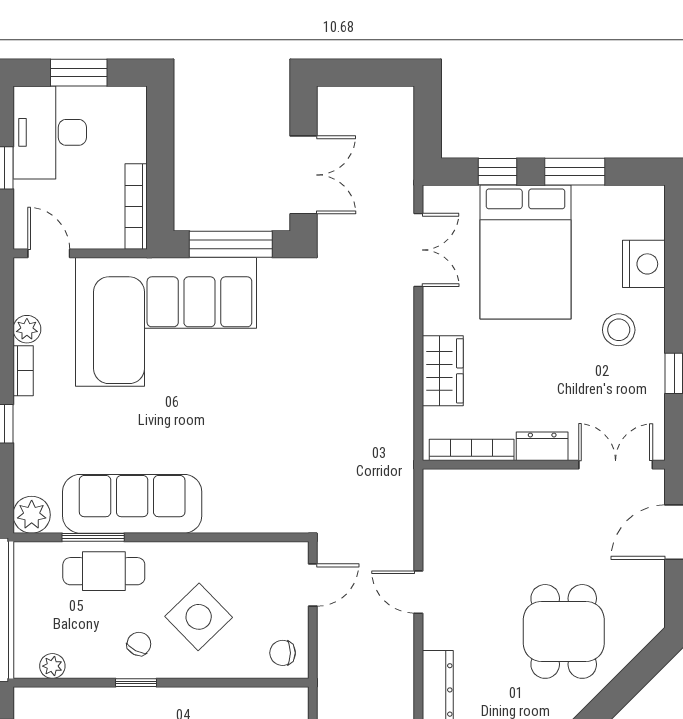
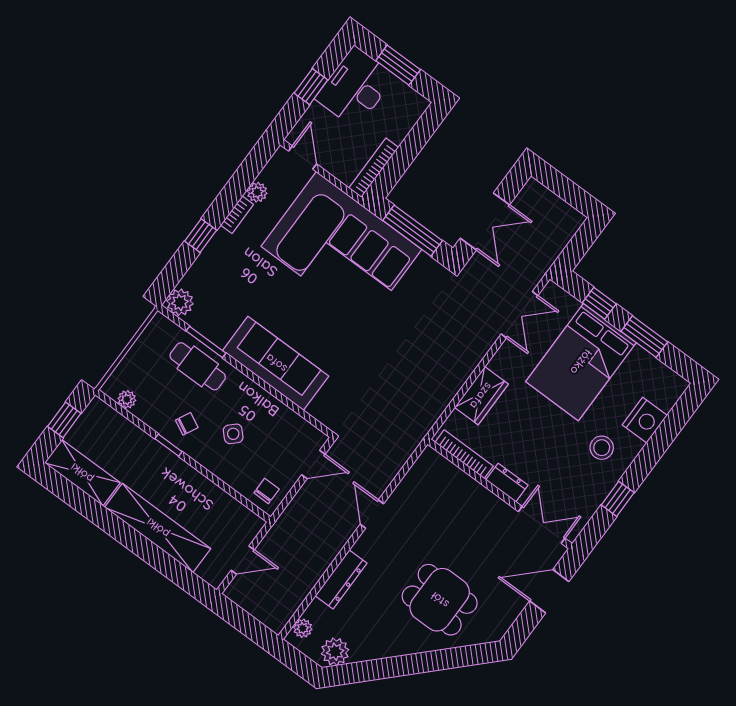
sofa: (132, 504) -> (276, 363), moved
side table: (199, 617) -> (233, 434), width x0.54, depth x0.54
dining table: (564, 631) -> (440, 600), turned 90
chair: (283, 653) -> (267, 491), turned 90

